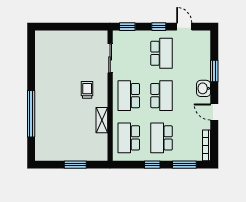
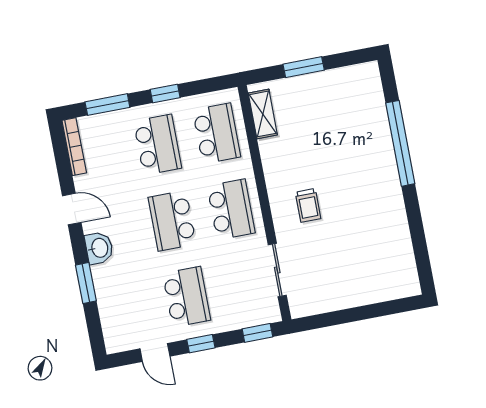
school desk: (162, 53) -> (187, 297), turned 180
shelving: (102, 120) -> (263, 114), moved

